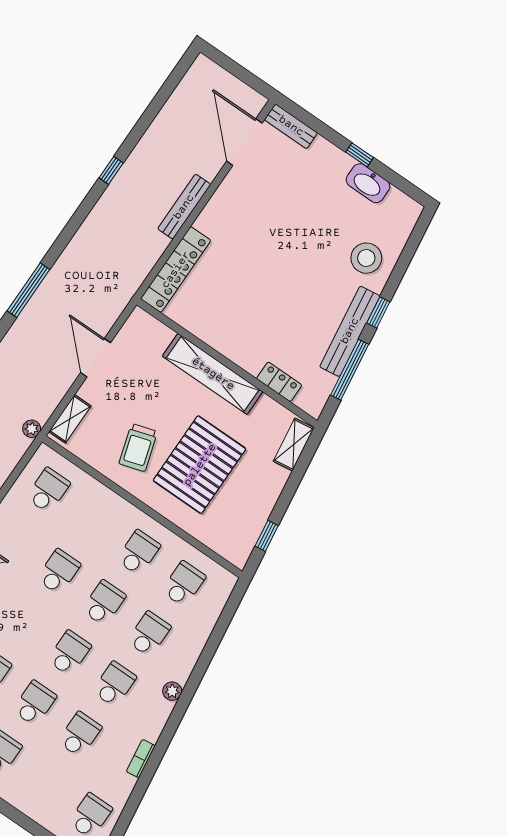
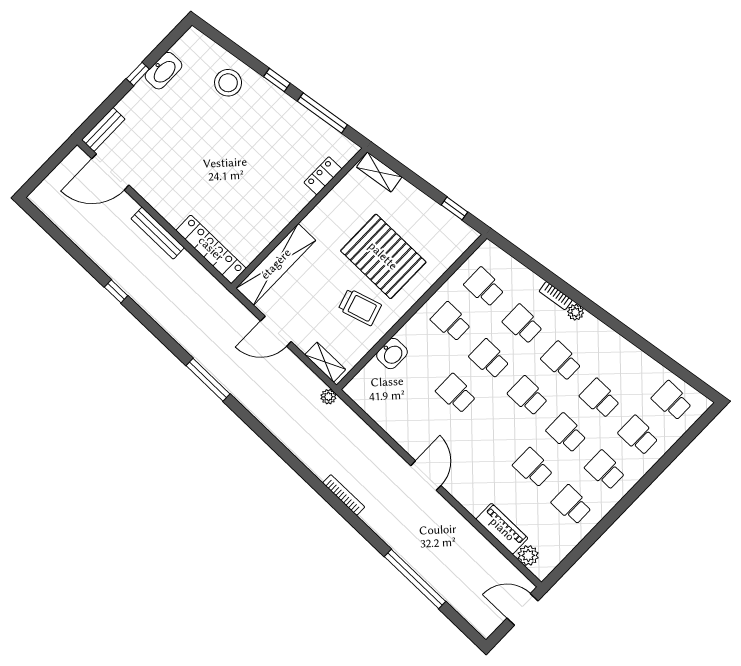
bench: (350, 331) -> (289, 107), removed
shelving: (213, 374) -> (276, 264), moved
school desk: (48, 490) -> (638, 435), moved
washbasin: (92, 492) -> (392, 354), added
bookcase: (141, 759) -> (556, 296), moved

